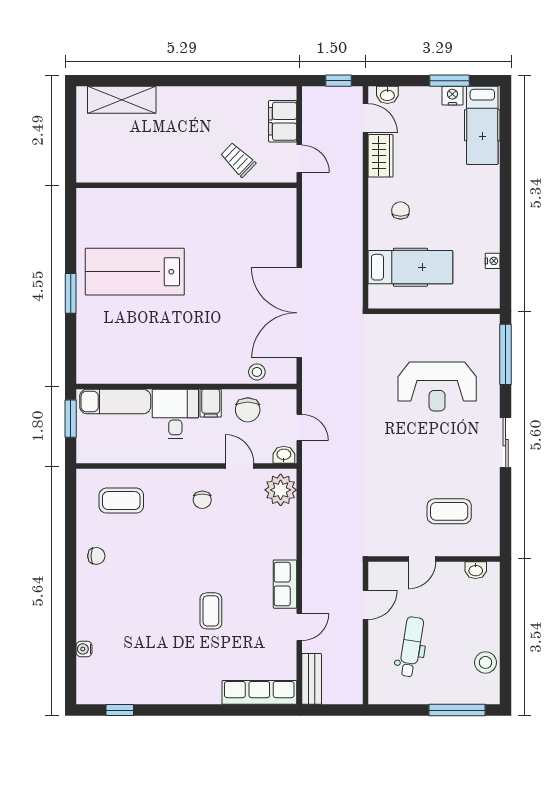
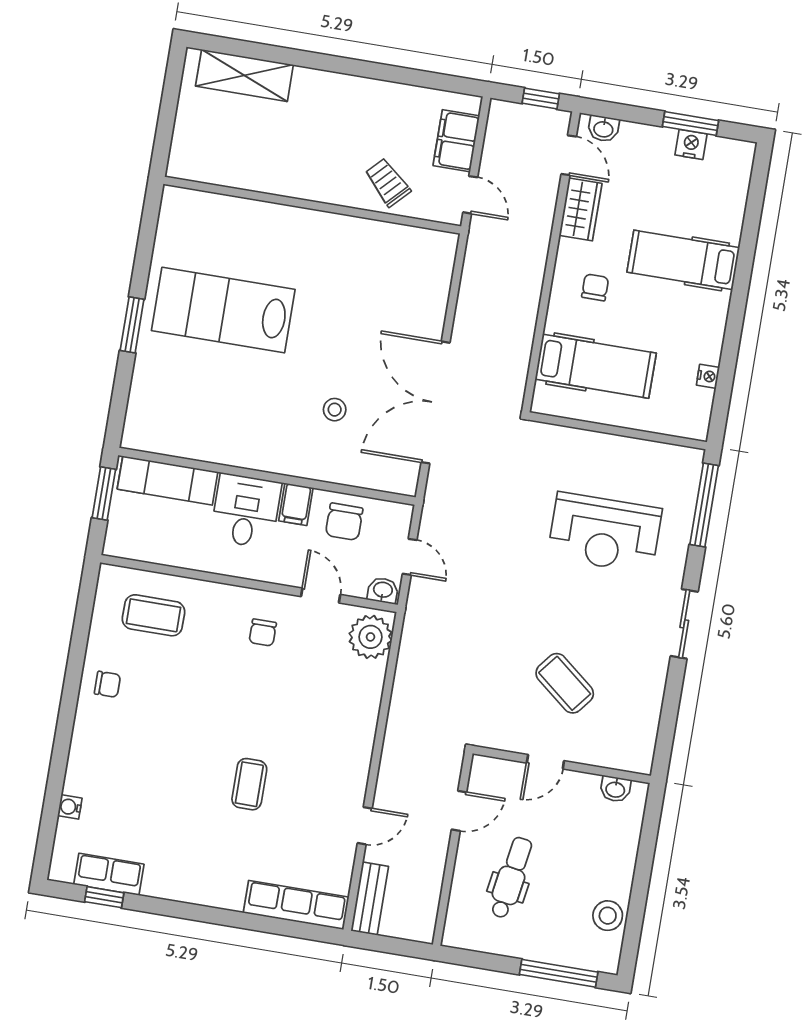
hospital bed: (482, 125) -> (683, 260), moved, turned 90
stool: (257, 372) -> (335, 410), moved
coffee table: (449, 511) -> (565, 683), moved, turned 39
row of seats: (285, 584) -> (109, 874), moved, turned 90

